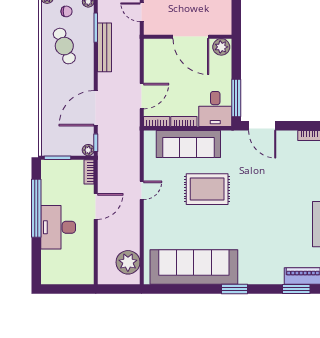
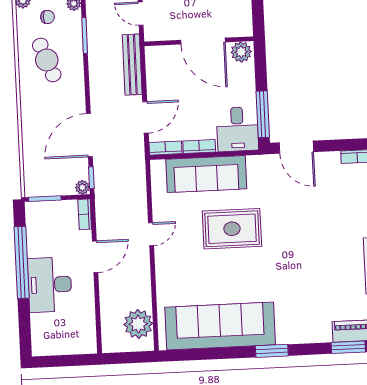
bench: (104, 47) -> (132, 65), moved

